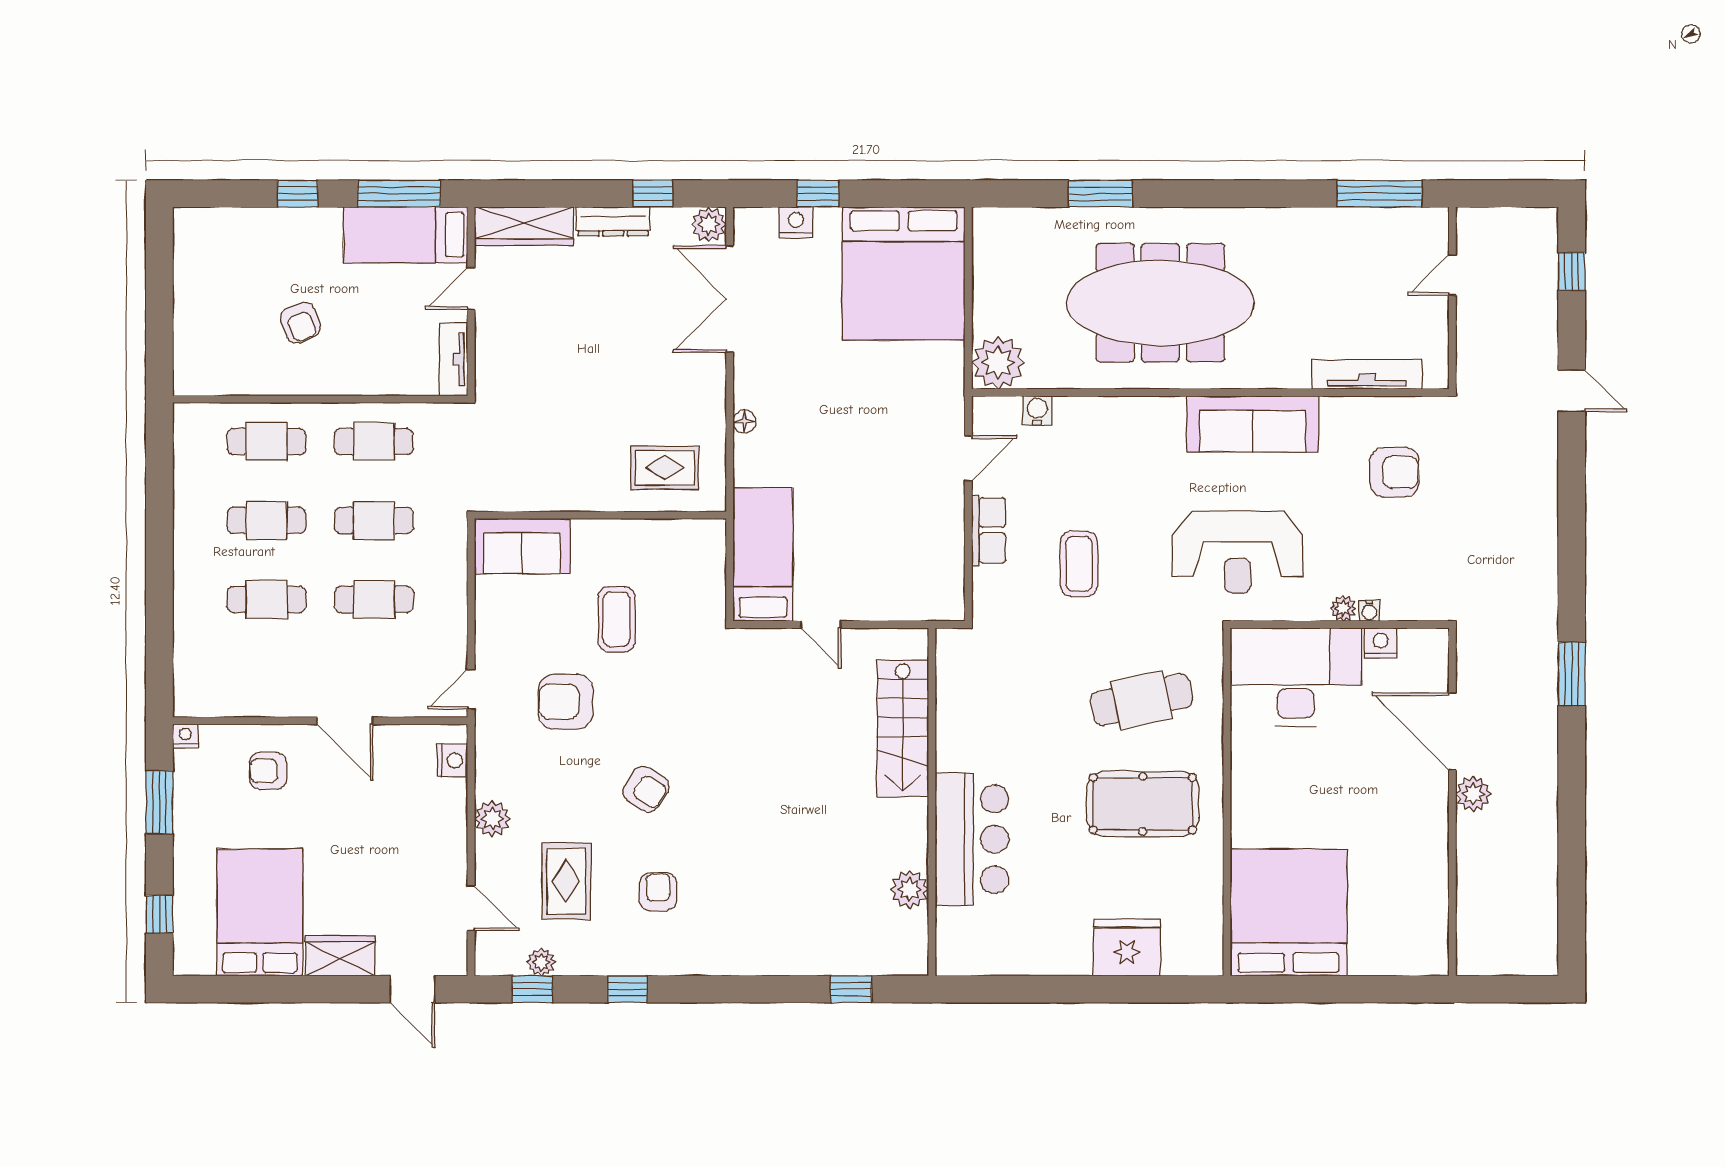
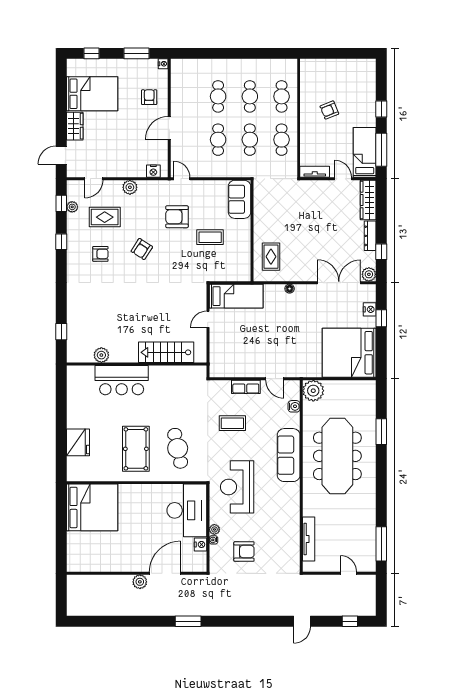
sofa: (1253, 424) -> (289, 455), moved
armchair: (1394, 472) -> (244, 552), moved, turned -90
armchair: (566, 702) -> (177, 217), turned -90

